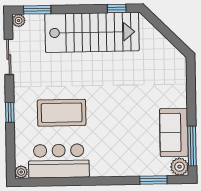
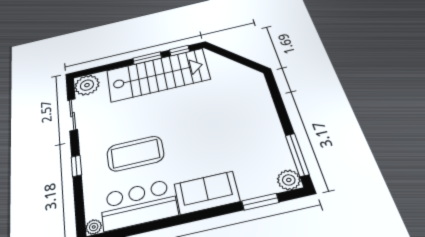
window: (37, 10) -> (147, 58), moved
plant: (19, 21) -> (87, 85), width x1.88, depth x1.88
sofa: (174, 132) -> (207, 193), moved, turned 90

